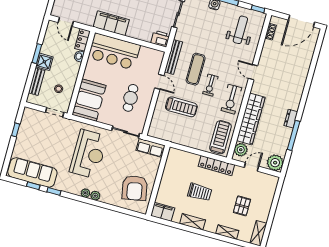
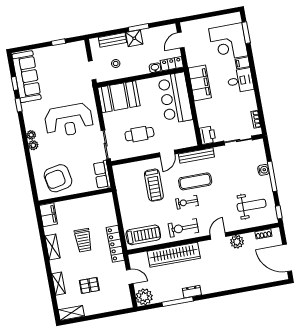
plant: (241, 150) -> (237, 242), moved

